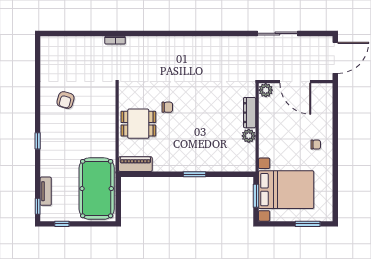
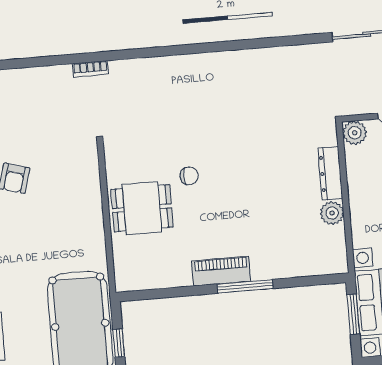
piano: (135, 164) -> (221, 271), moved
window: (194, 174) -> (245, 286), width x1.44
window: (118, 201) -> (119, 343), added

